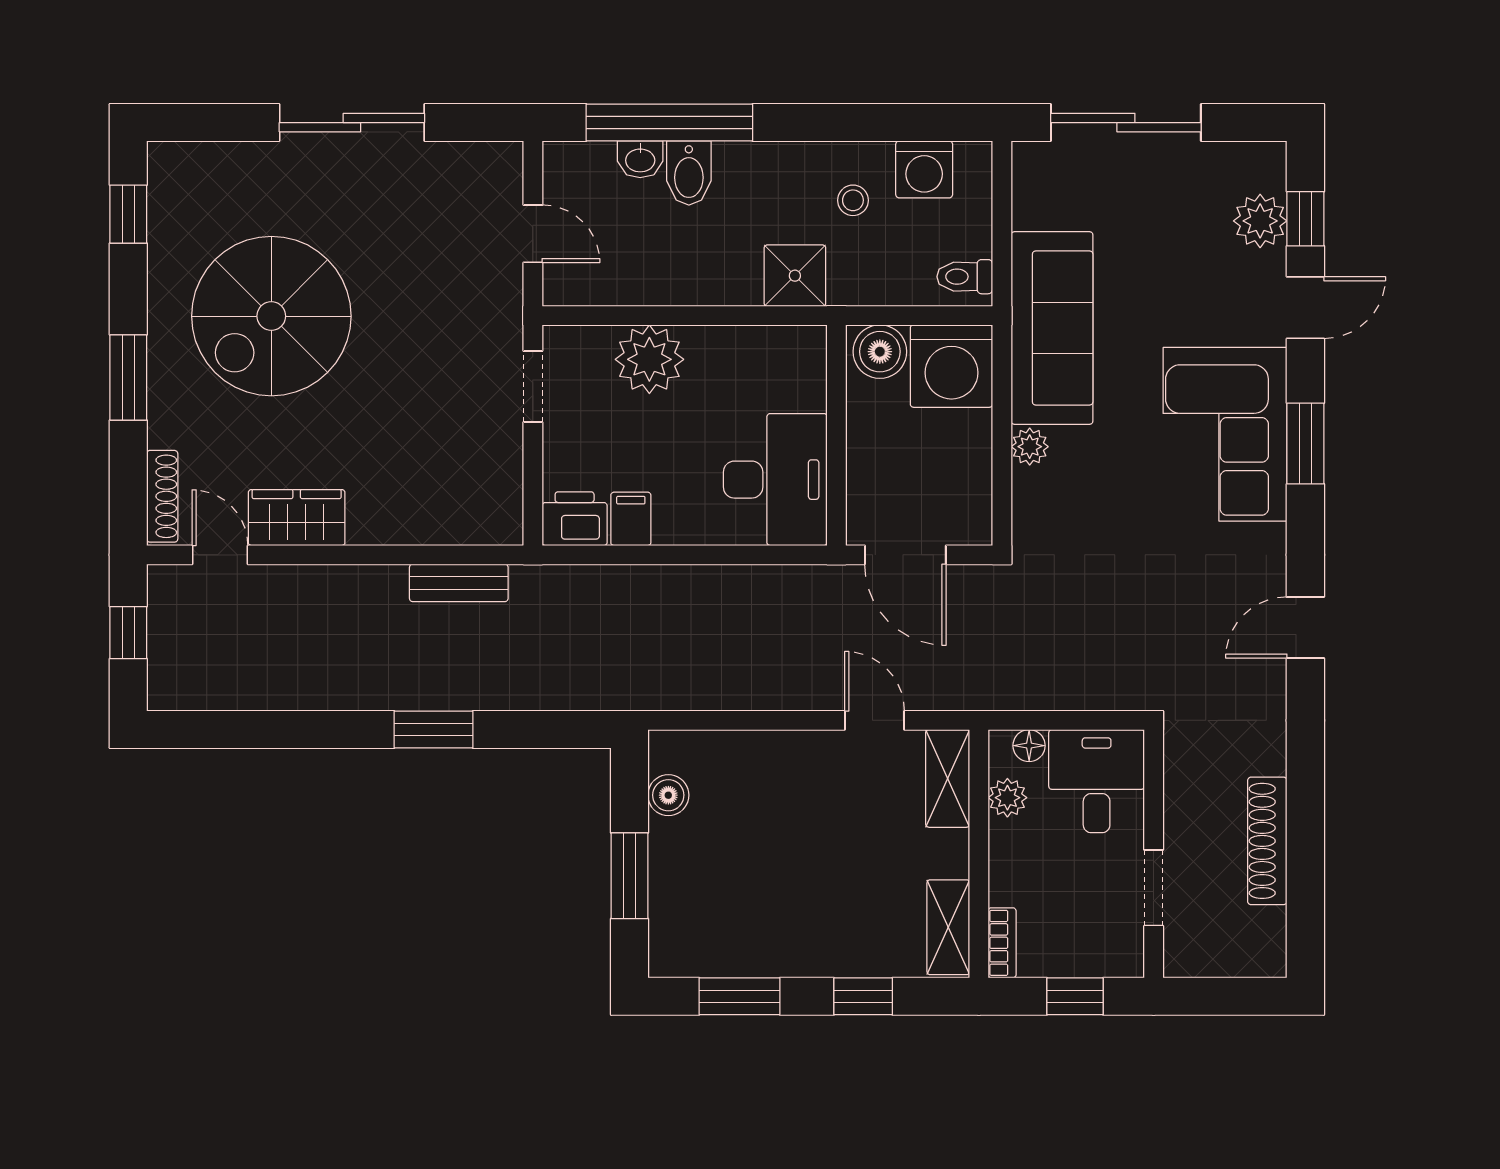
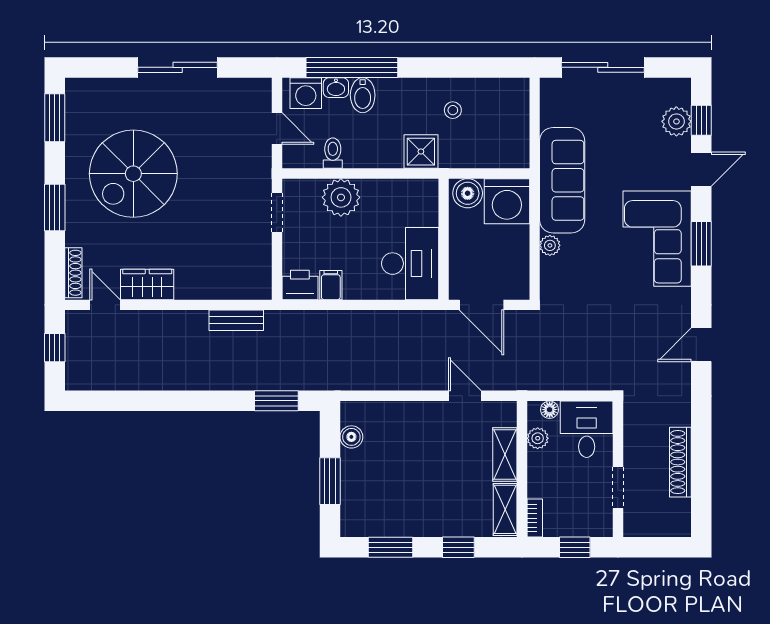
washing machine: (924, 169) -> (306, 93), moved
window: (128, 214) -> (55, 118), width x1.50
toilet: (965, 277) -> (333, 153), moved, turned 90
window: (433, 730) -> (276, 401), moved
shelving: (948, 778) -> (505, 455), moved

